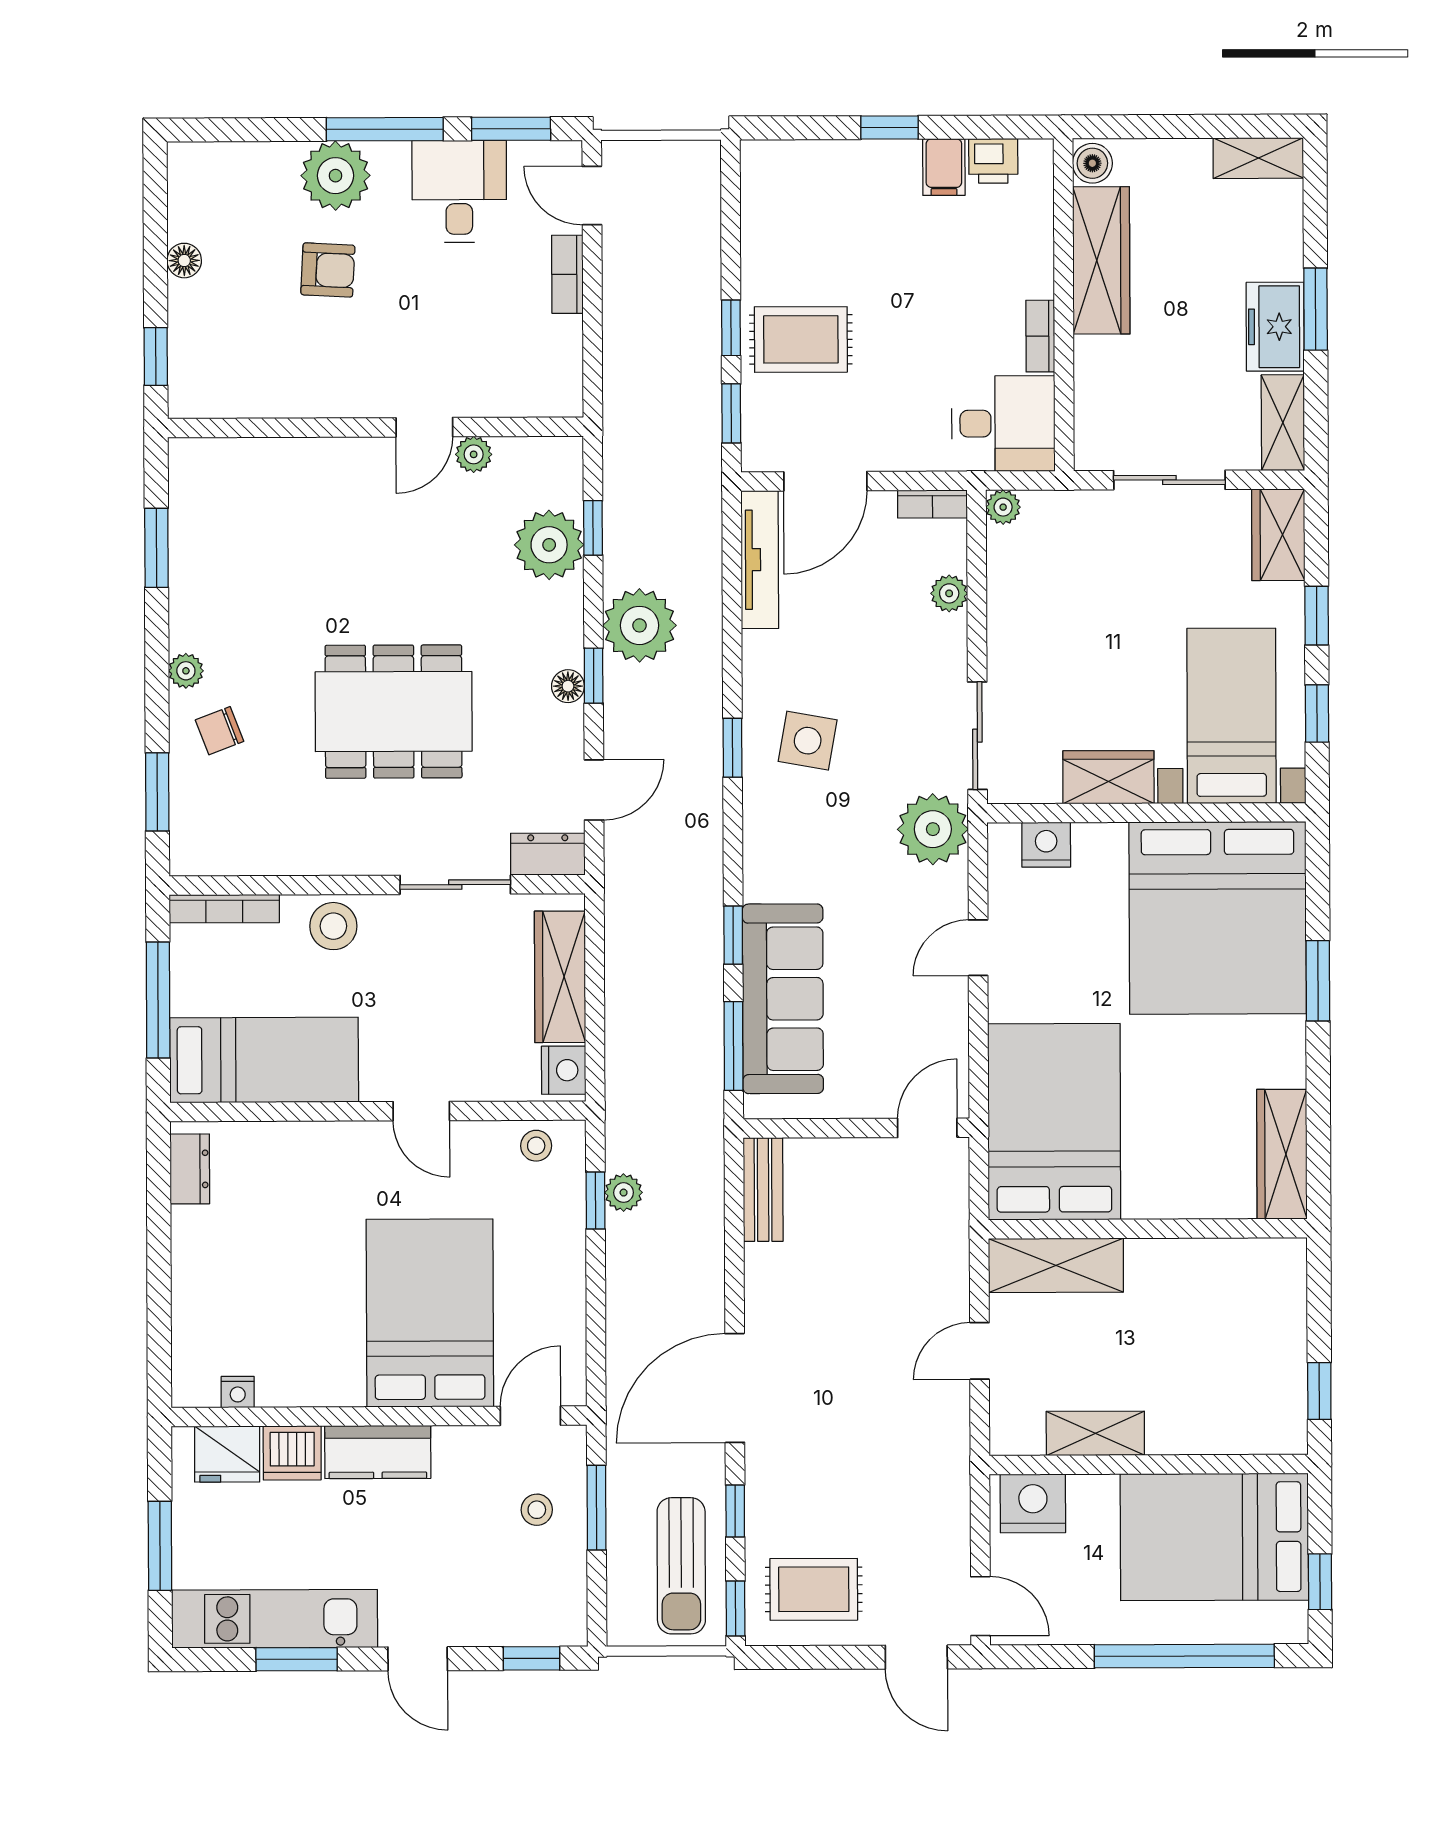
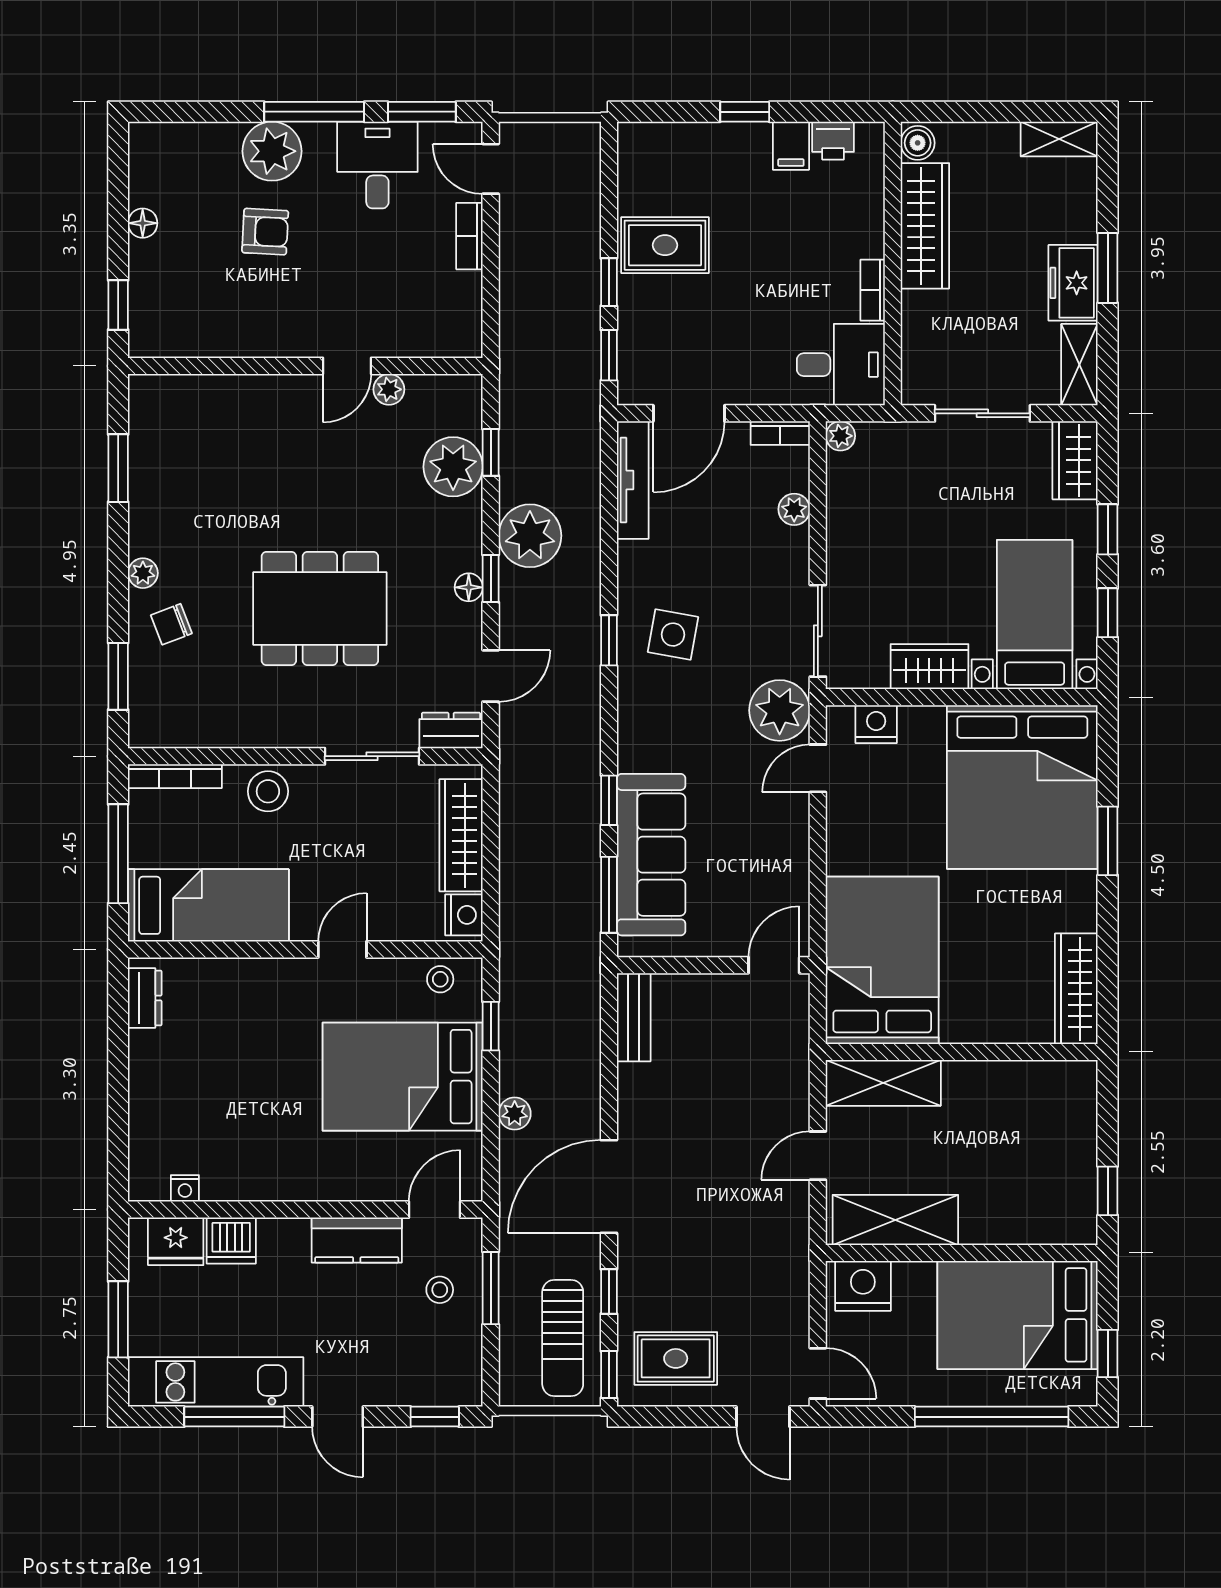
rug: (801, 339) -> (665, 245), moved
door: (978, 948) -> (818, 768), moved
door: (421, 1111) -> (342, 949), swing flipped
plant: (624, 1193) -> (515, 1114), moved
bed: (430, 1313) -> (403, 1077), moved, turned -90
shelving: (1095, 1433) -> (895, 1220), width x1.50, depth x1.33
kitchen counter: (378, 1452) -> (357, 1240), moved
window: (297, 1659) -> (234, 1417), width x1.44

